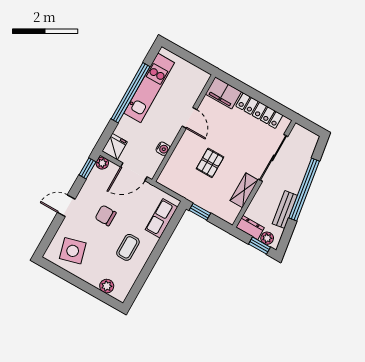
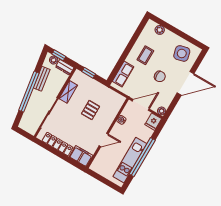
door: (189, 118) -> (104, 140), swing flipped
window: (88, 168) -> (171, 108), removed
door: (66, 206) -> (186, 83), width x1.87
window: (200, 212) -> (89, 73), moved

